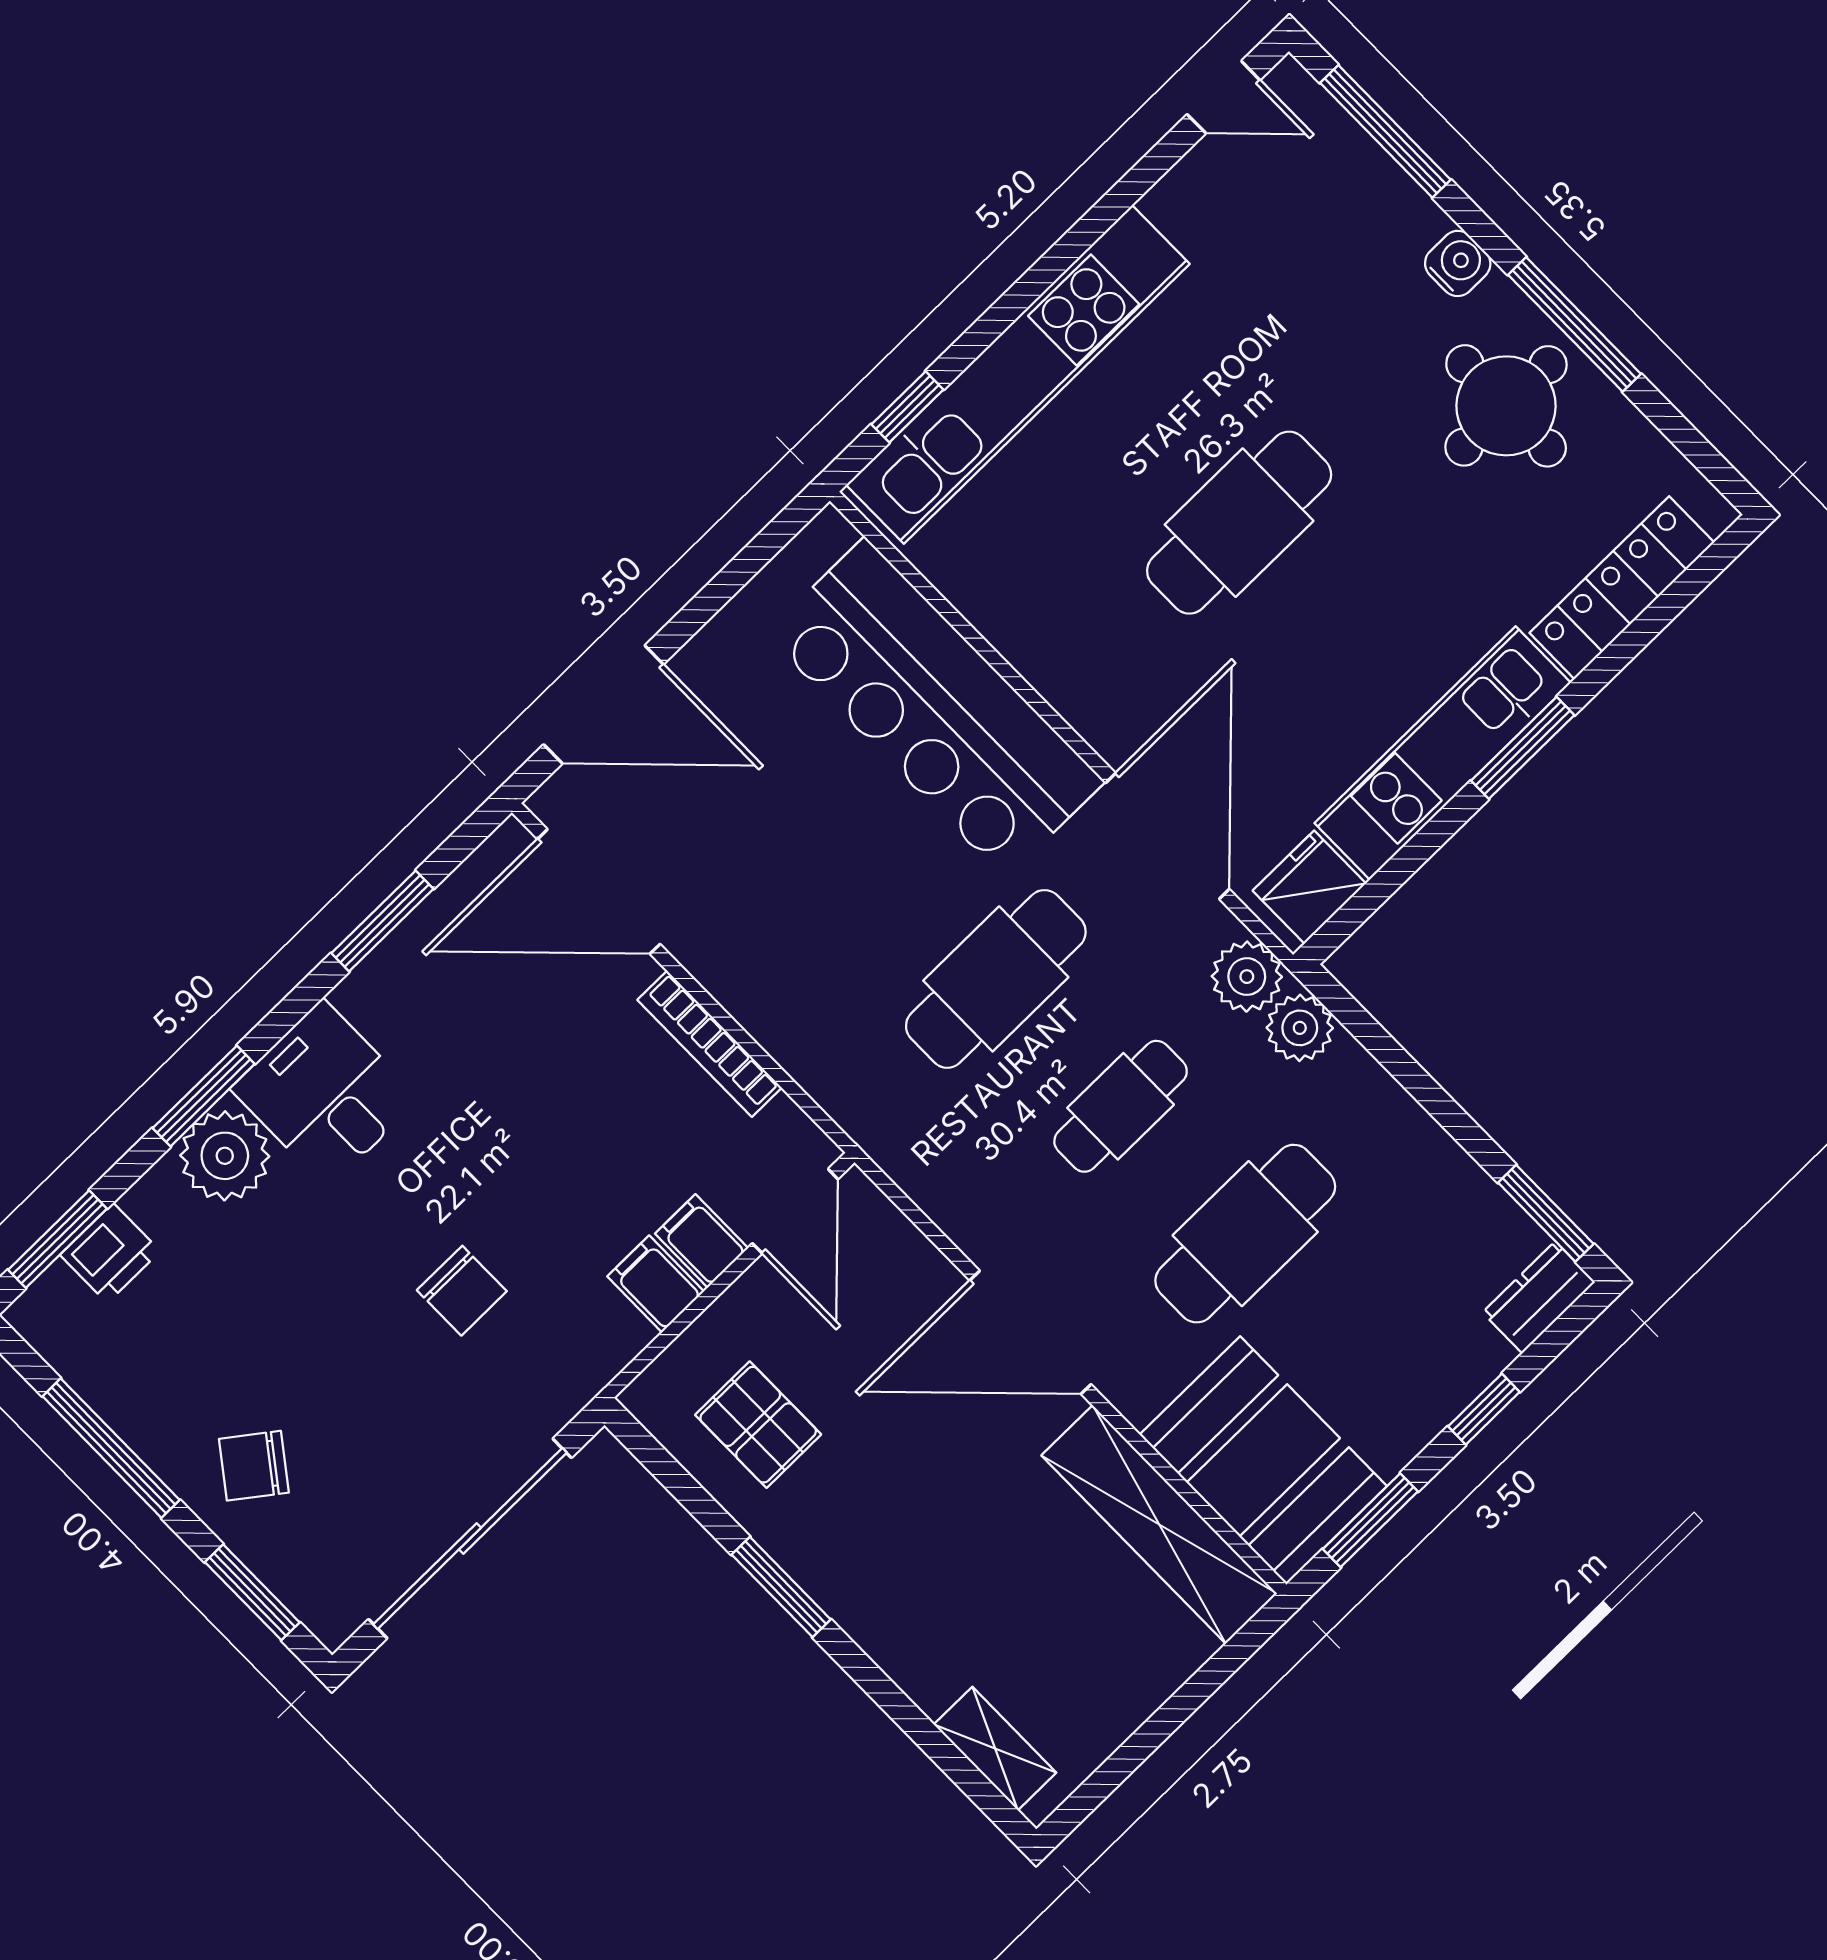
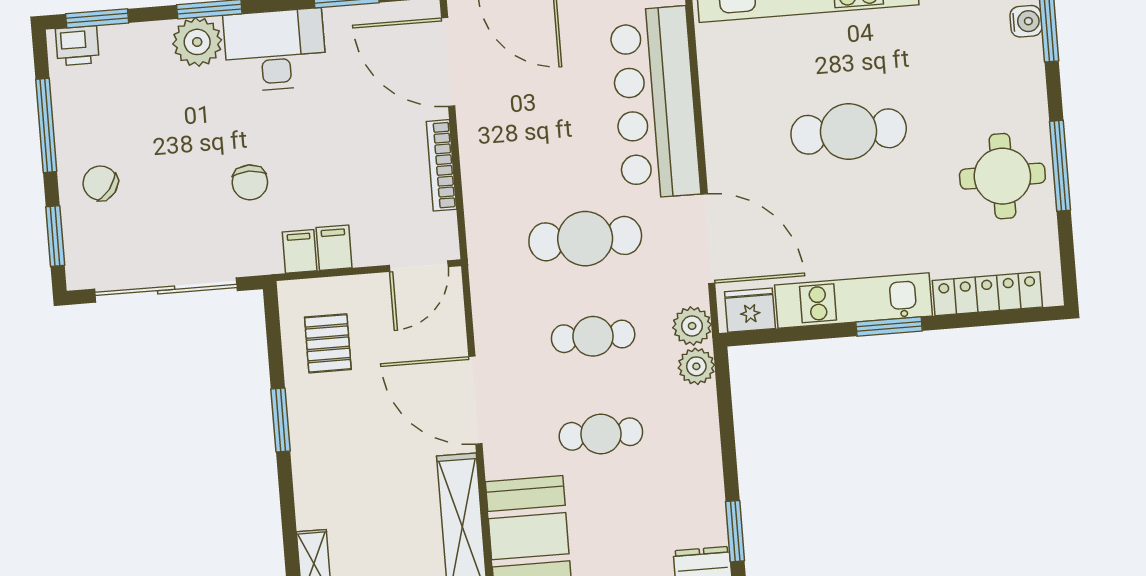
water cooler: (1458, 263) -> (1026, 21), moved
door: (1167, 836) -> (708, 239), hinge flipped
desk: (325, 1094) -> (275, 50), width x1.37
cafe table: (1245, 1234) -> (601, 434), width x0.73, depth x0.74
filing cabinet: (702, 1241) -> (300, 251), moved
printer: (110, 1253) -> (77, 46), moved

